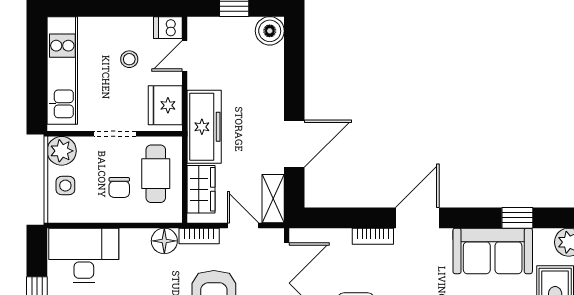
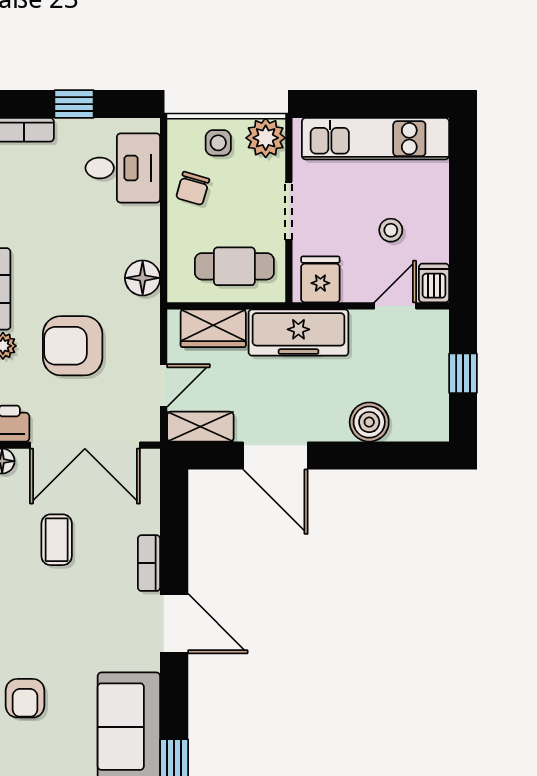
boiler: (270, 31) -> (369, 422), moved
door: (185, 56) -> (395, 306), hinge flipped
fridge: (165, 105) -> (320, 279), width x0.72
chair: (119, 187) -> (193, 188), moved, turned -74
bookcase: (199, 236) -> (149, 326), removed
desk: (84, 255) -> (123, 168), width x0.73

